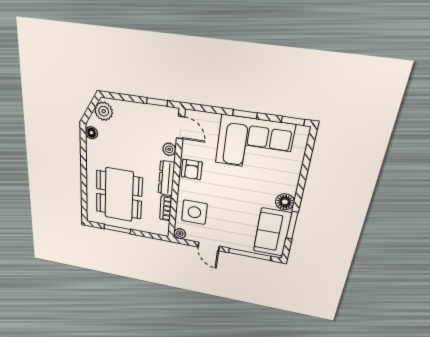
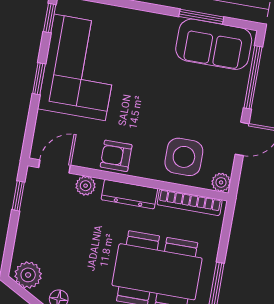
armchair: (192, 170) -> (116, 156), turned 180
floor lamp: (285, 202) -> (165, 27), removed
bookcase: (166, 208) -> (190, 202), width x1.56

